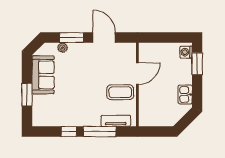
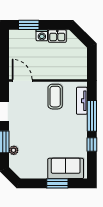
washing machine: (186, 52) -> (42, 35), moved
door: (137, 74) -> (22, 81), moved
sofa: (43, 75) -> (66, 168), moved

